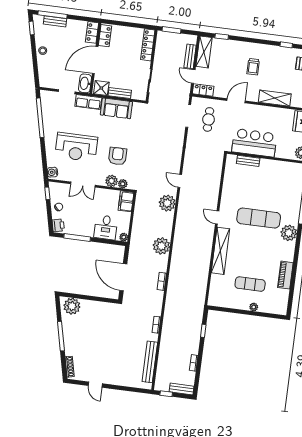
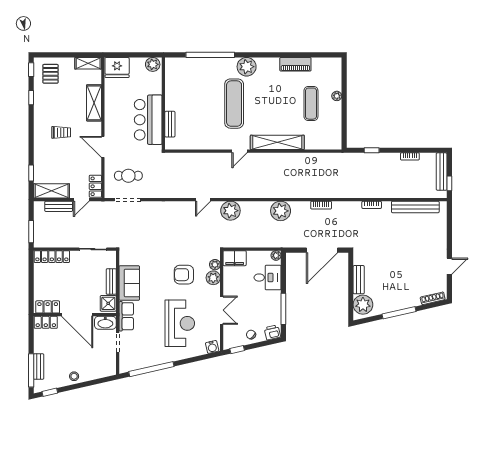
bench: (94, 305) -> (359, 280), added
bench: (182, 389) -> (442, 172), width x1.36

